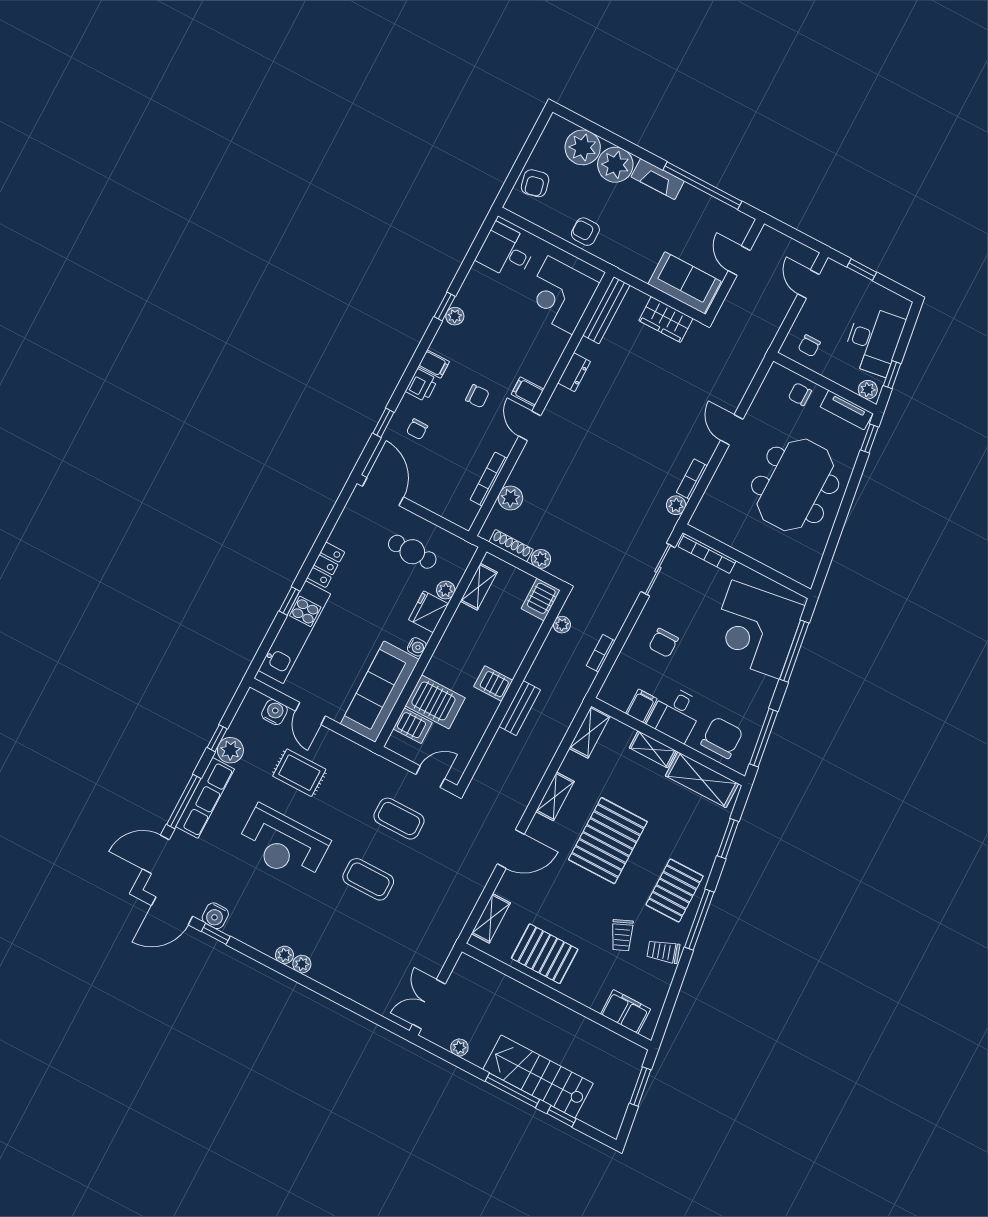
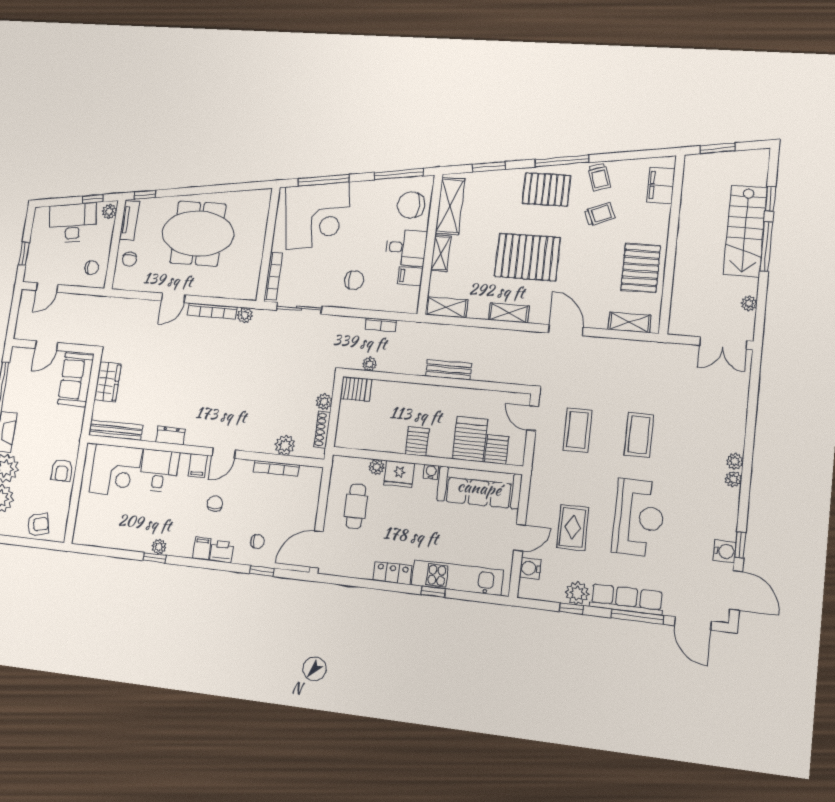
desk: (506, 252) -> (159, 471), moved, turned 180
bookcase: (692, 479) -> (212, 311), width x1.56
shelving: (479, 587) -> (364, 442), removed
server rack: (493, 683) -> (417, 442), moved, turned 180

